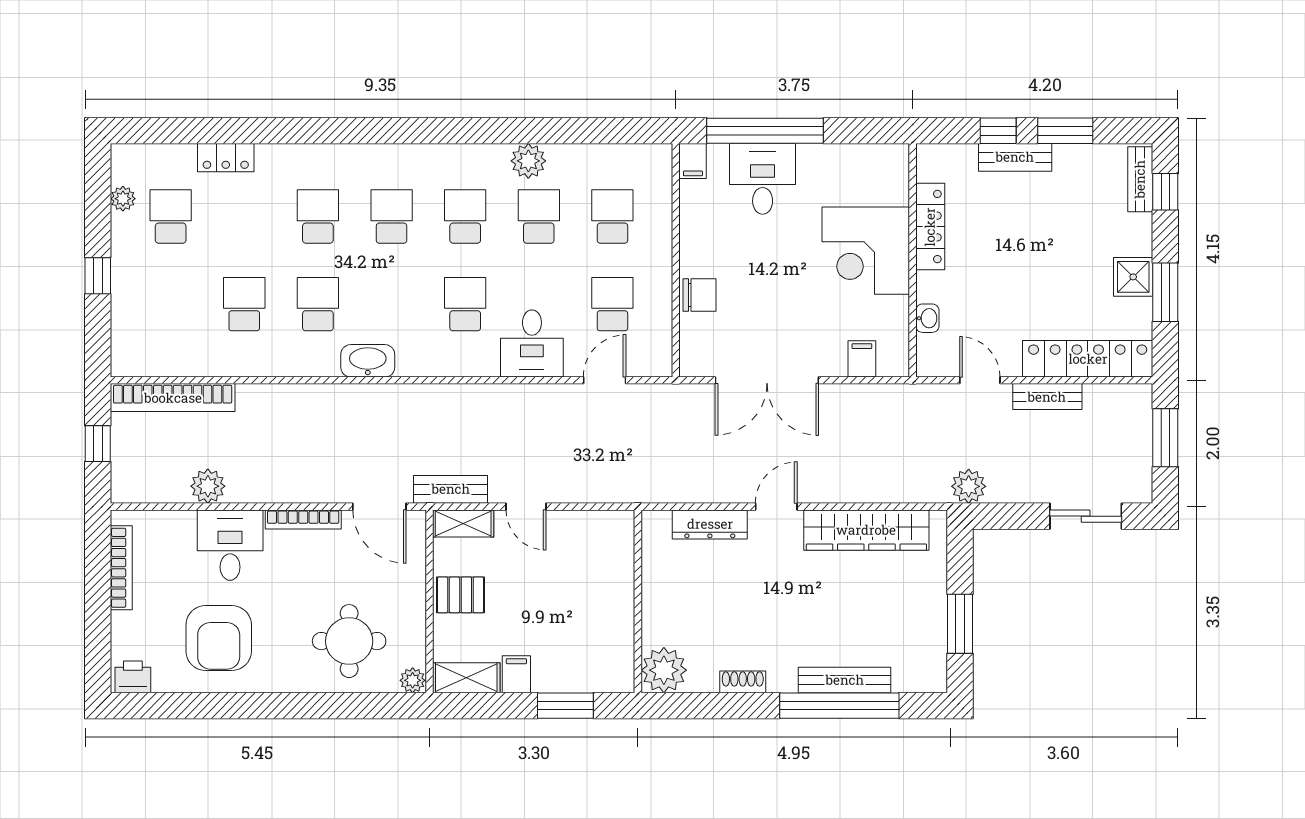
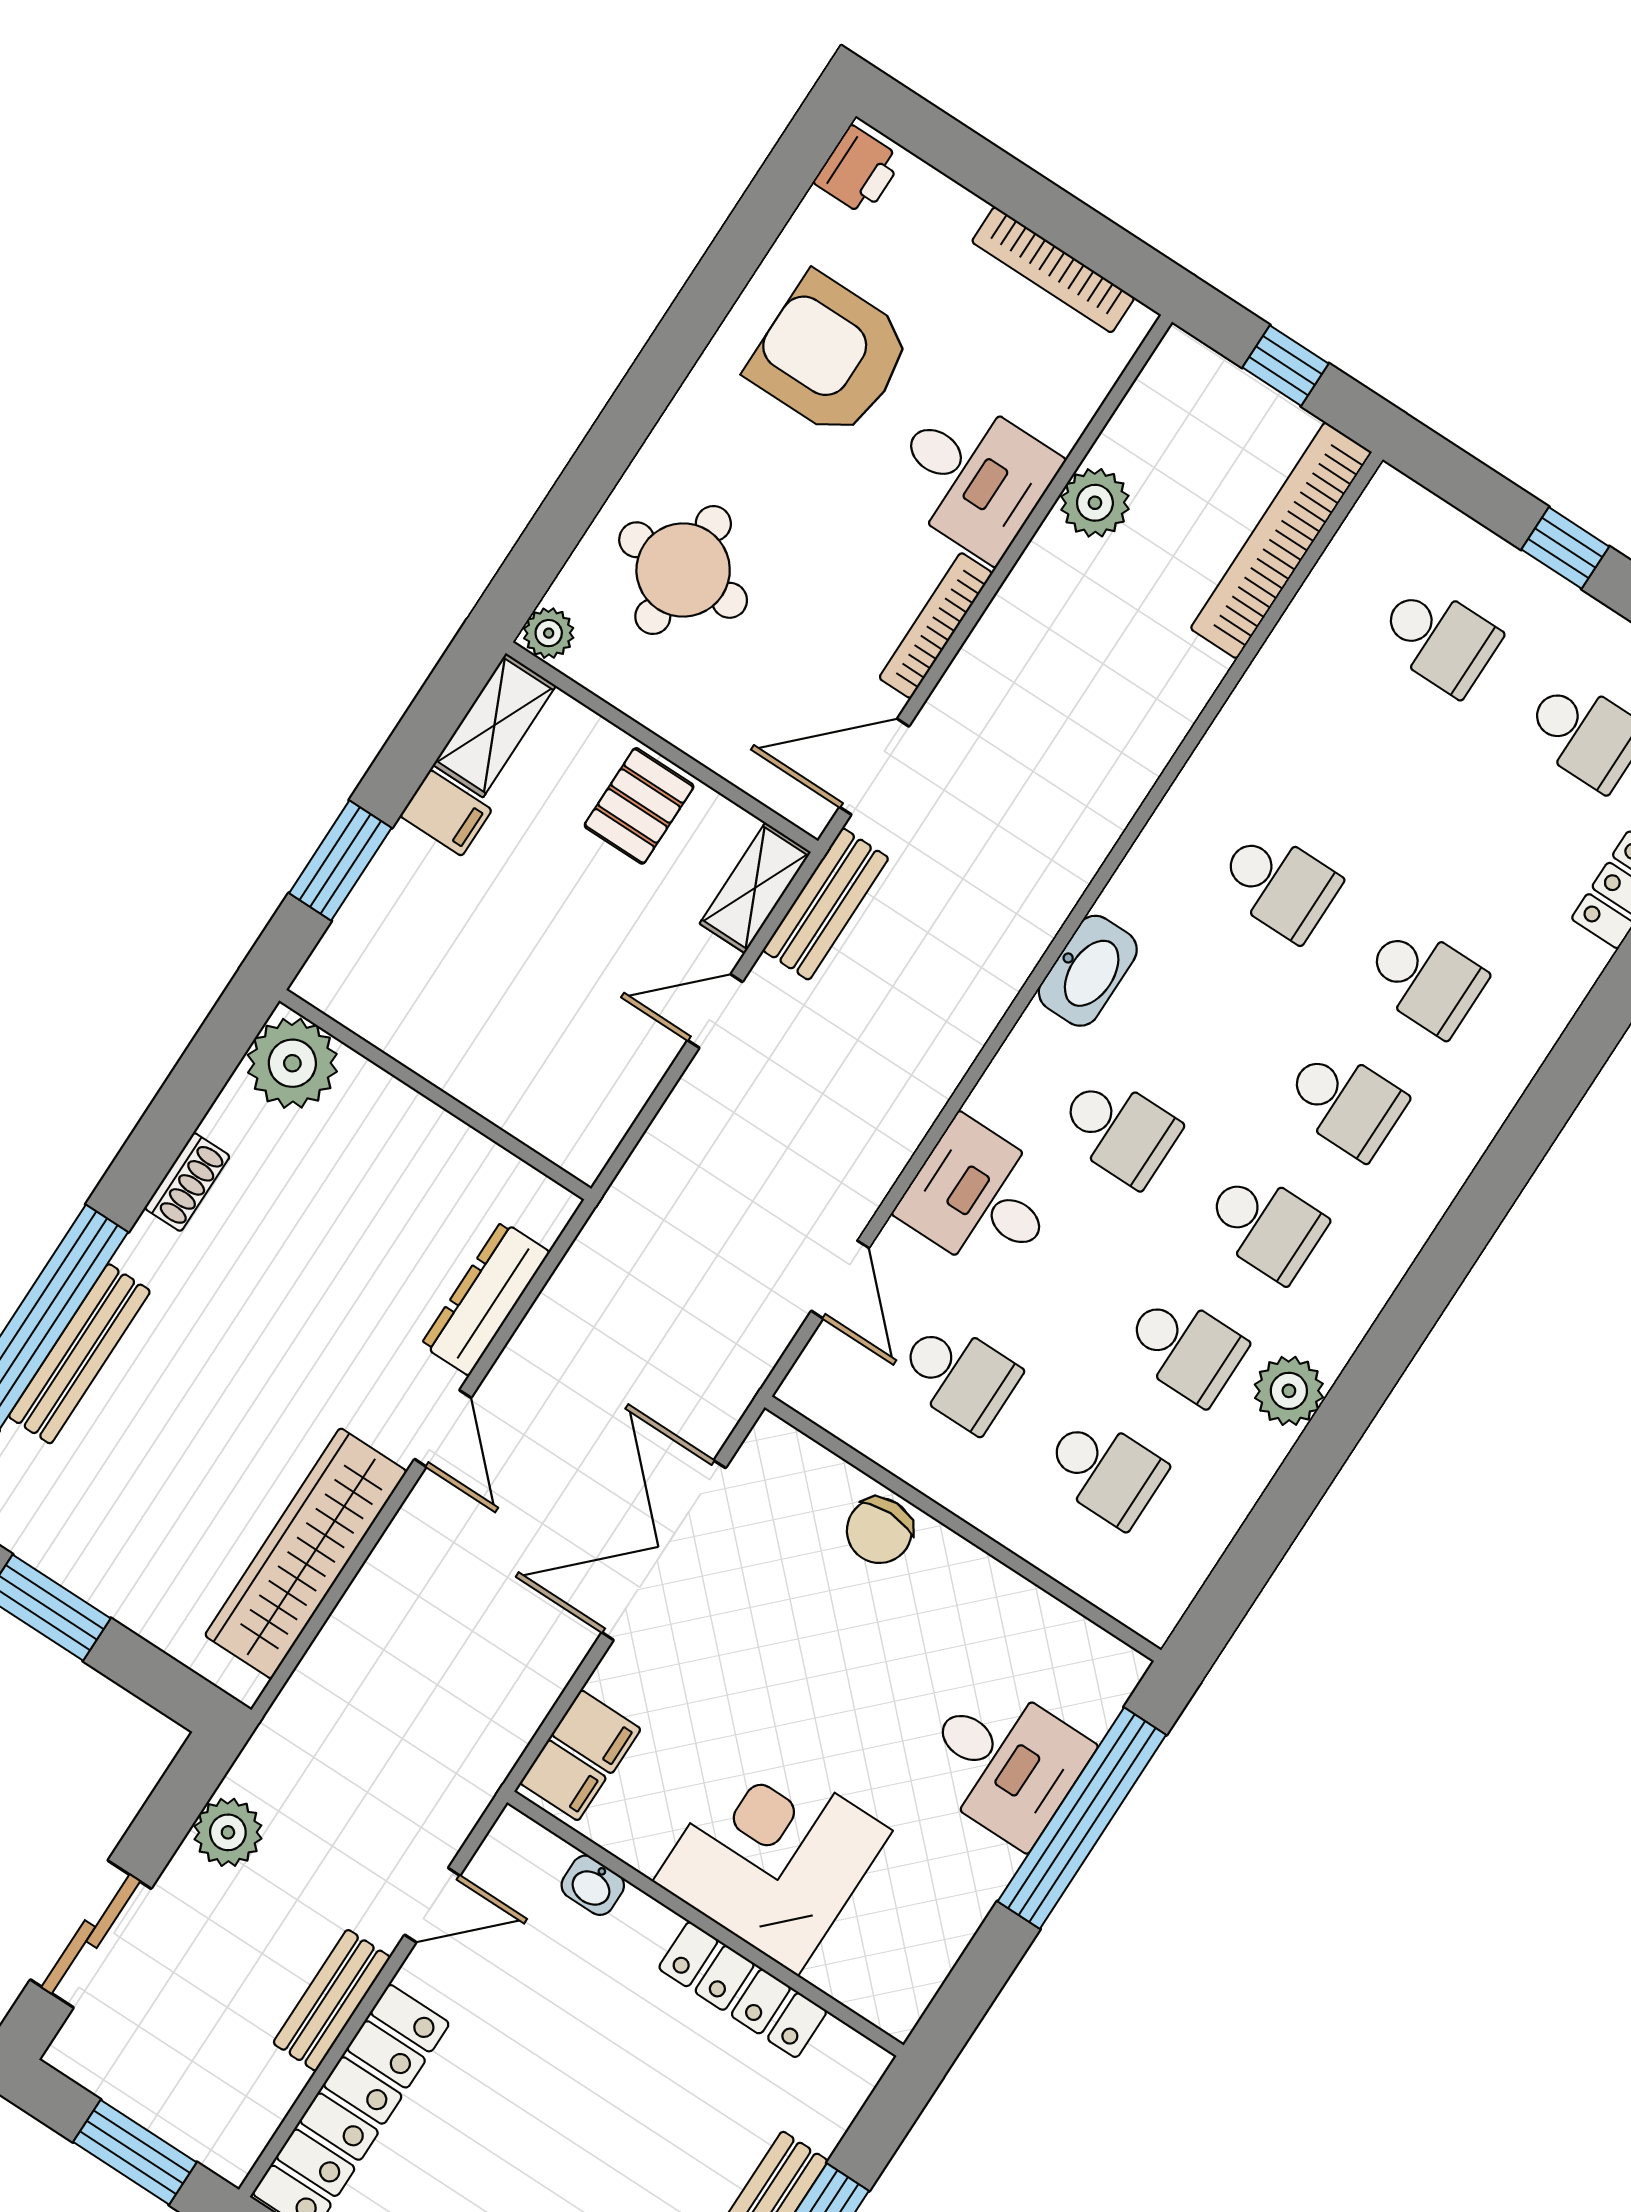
filing cabinet: (693, 161) -> (563, 1780), moved, turned 180
school desk: (244, 304) -> (1439, 639), moved
washbasin: (368, 361) -> (1088, 971), moved
plant: (969, 486) -> (228, 1832), moved

